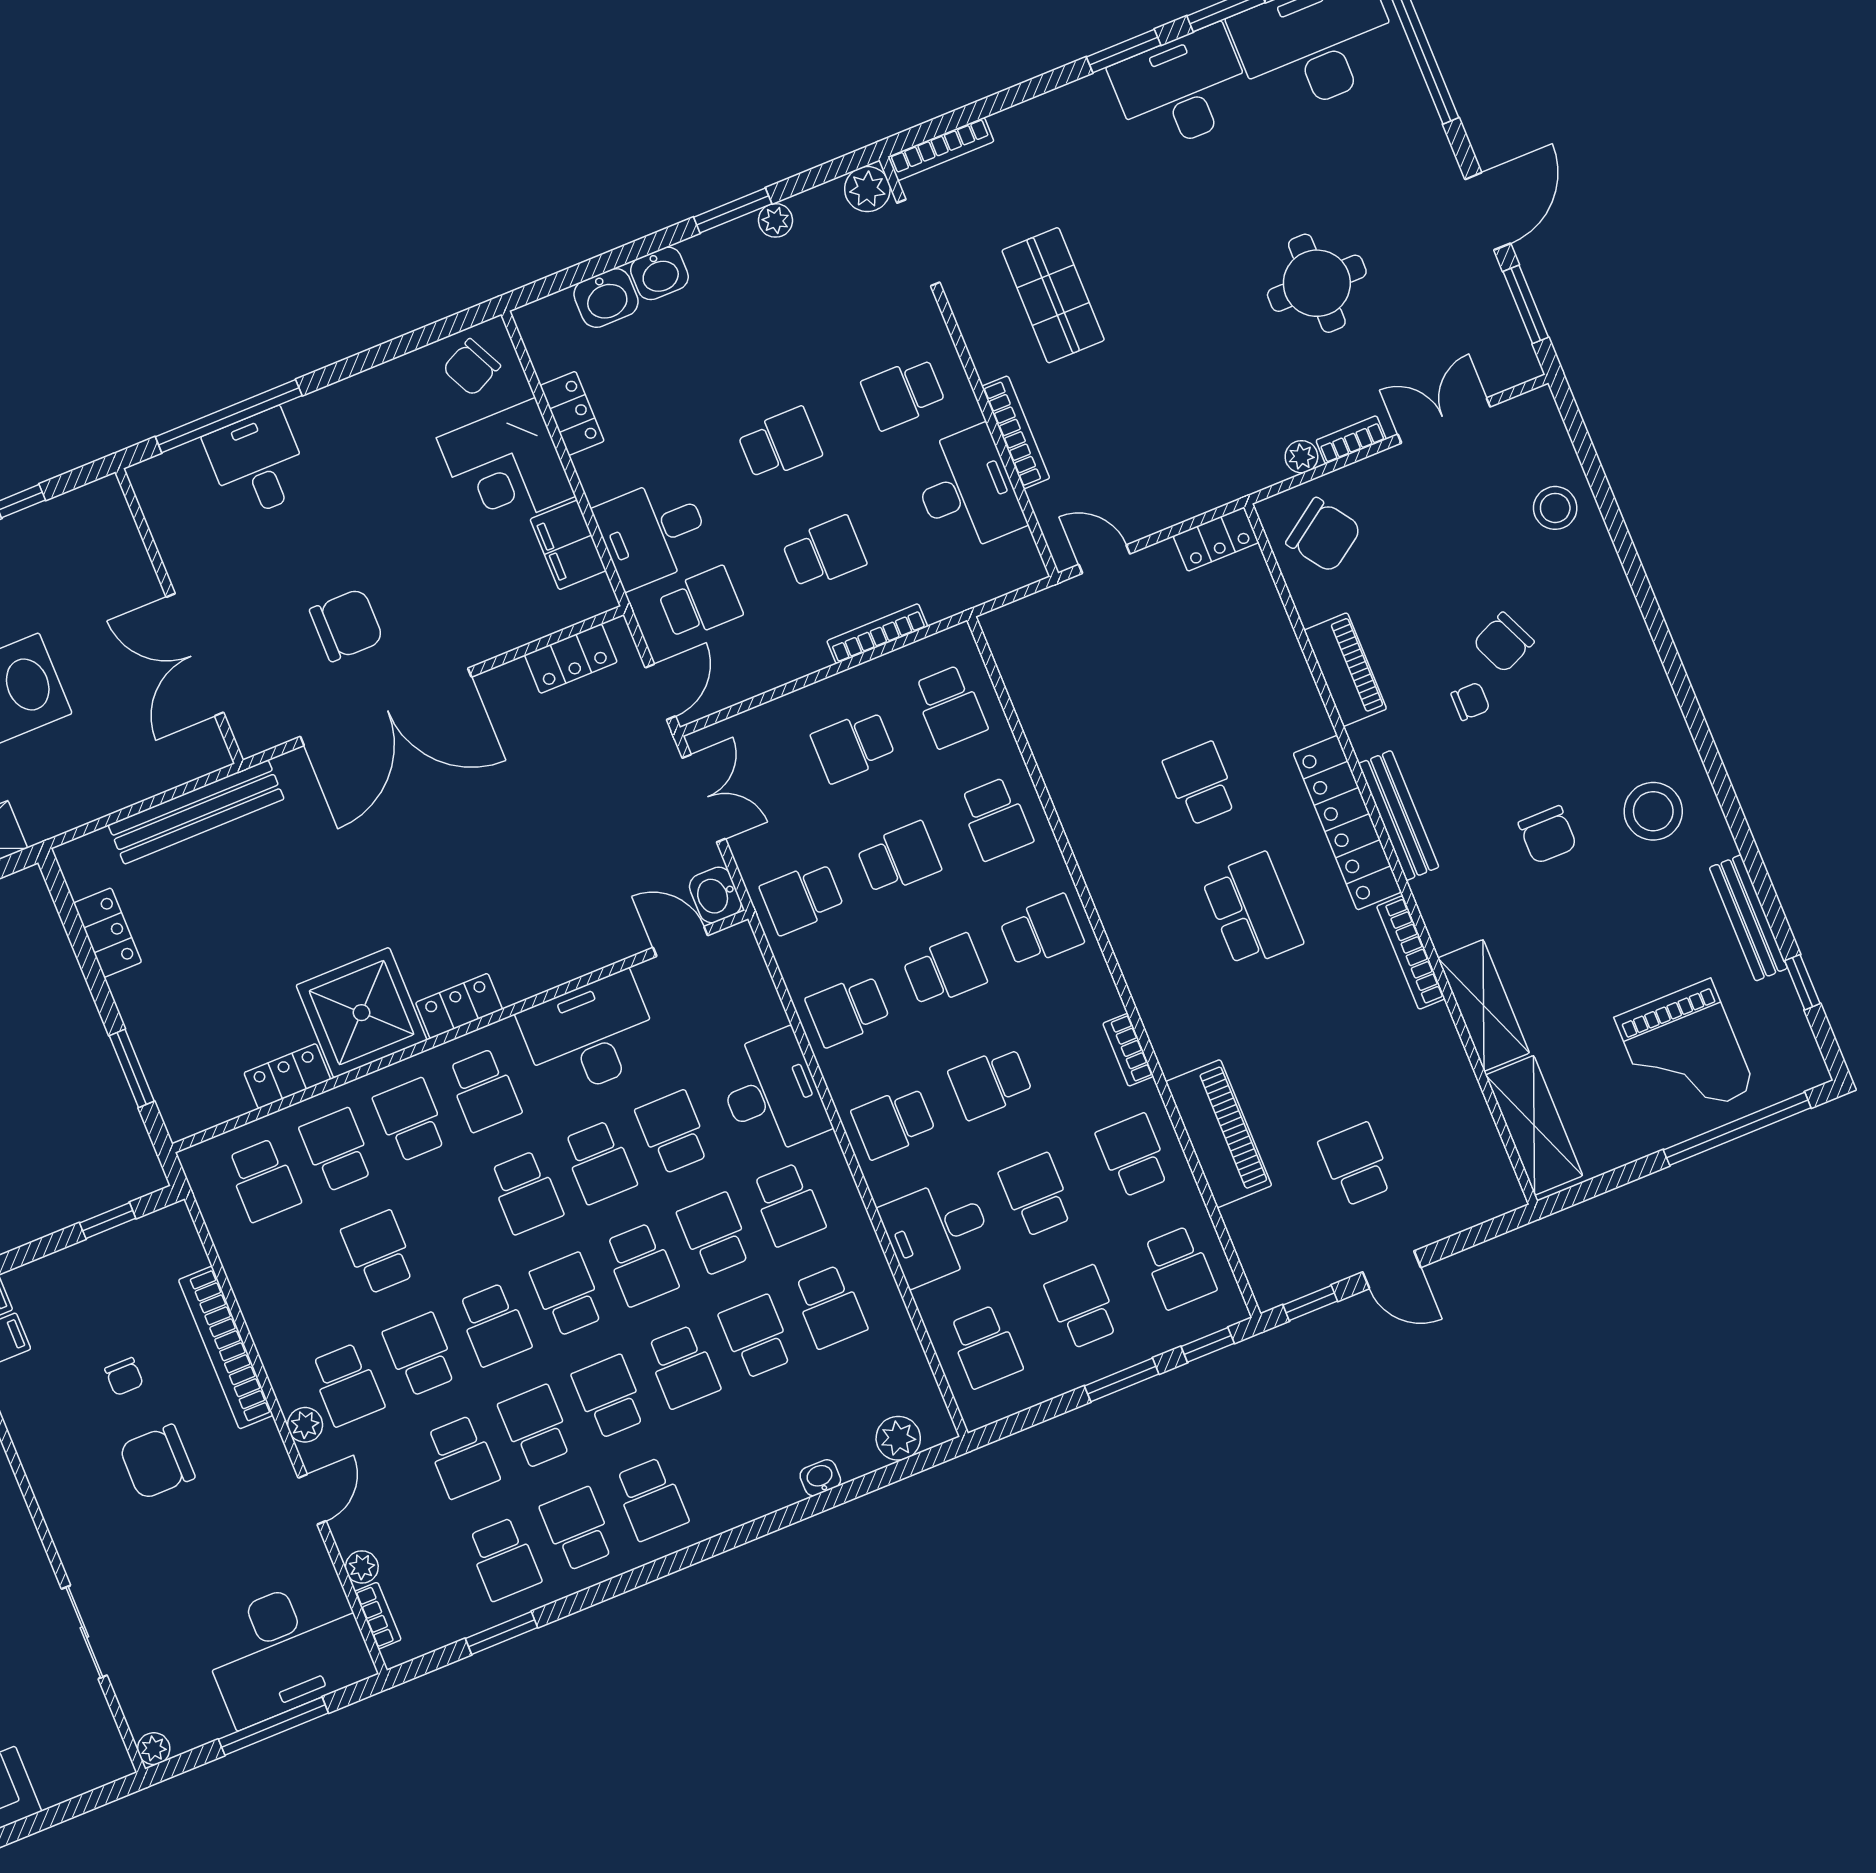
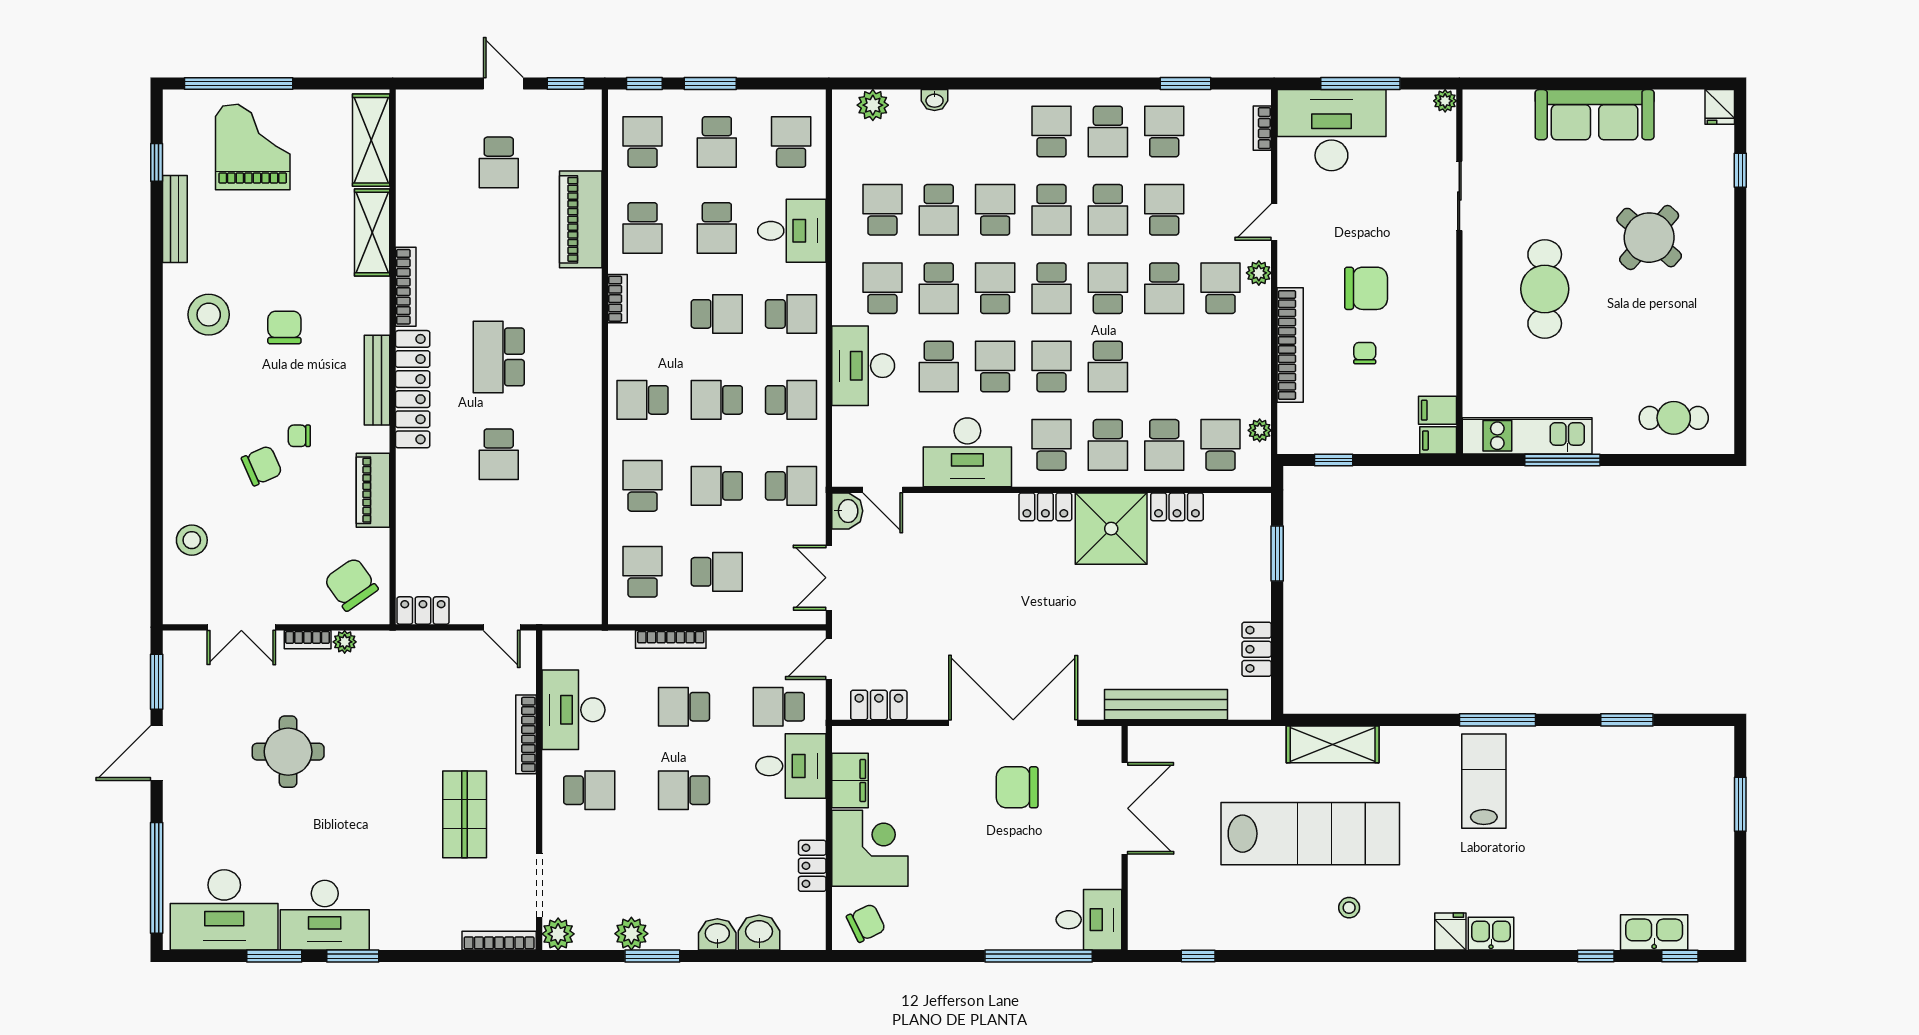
plant: (776, 220) -> (631, 934), width x1.38, depth x1.38
desk: (257, 463) -> (1089, 920), moved, turned -90
school desk: (379, 1252) -> (1108, 367), moved
plant: (362, 1567) -> (1260, 430), moved

